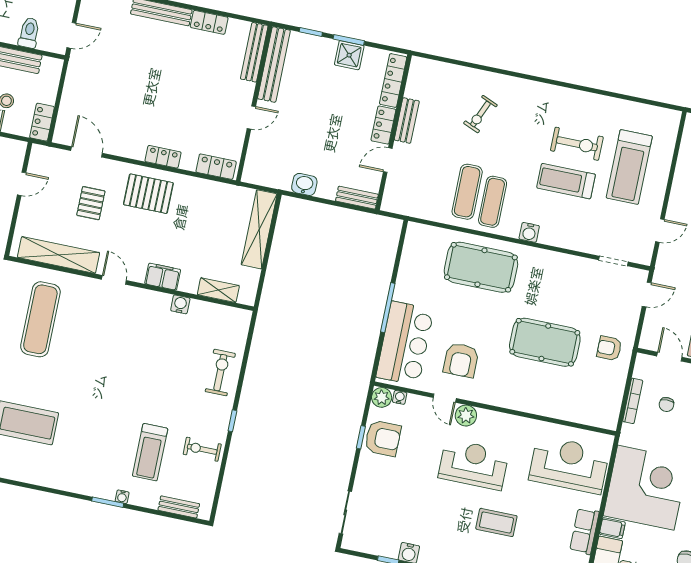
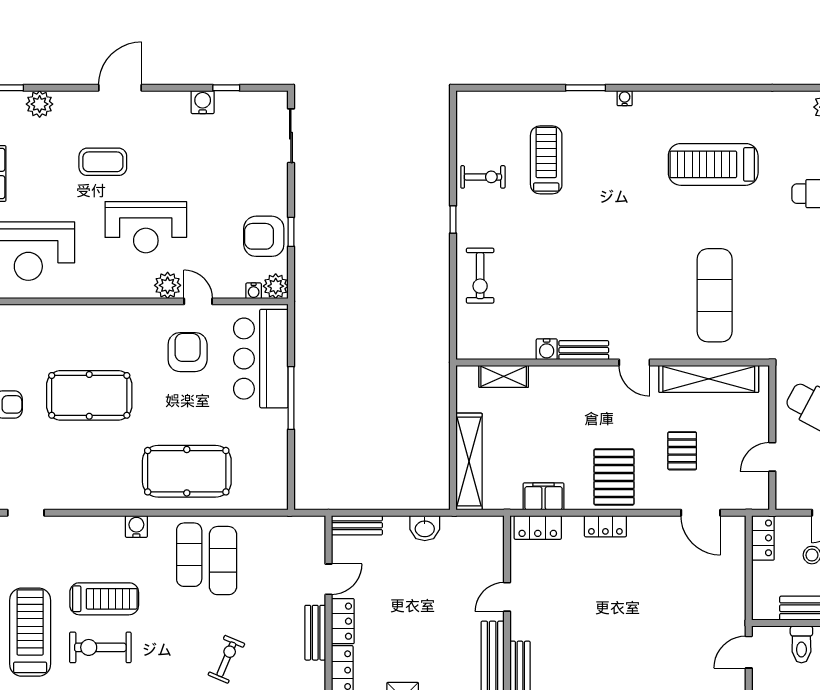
pallet: (148, 194) -> (614, 477), turned 90
filing cabinet: (163, 277) -> (544, 496), moved, turned 180
water cooler: (122, 497) -> (625, 98), moved
bench: (179, 507) -> (584, 350), moved

